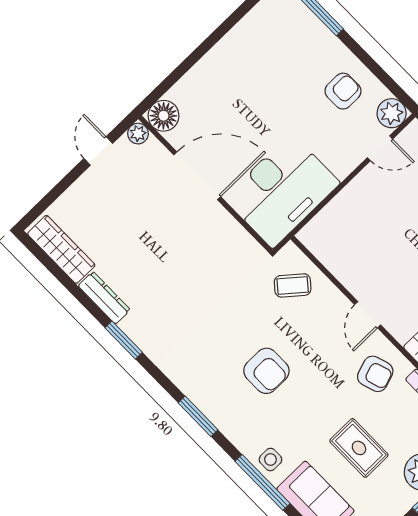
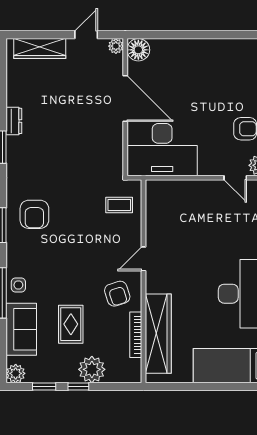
wardrobe: (61, 249) -> (40, 49), moved, turned 90
coffee table: (293, 285) -> (119, 205), turned -40
dresser: (104, 298) -> (14, 121), width x0.70
armchair: (266, 371) -> (34, 214), moved

